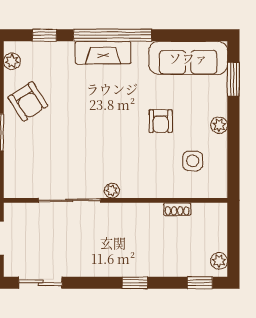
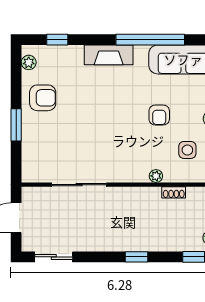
window: (113, 35) -> (150, 40), moved
armchair: (28, 101) -> (43, 98), turned -57
plant: (112, 191) -> (156, 176), moved

